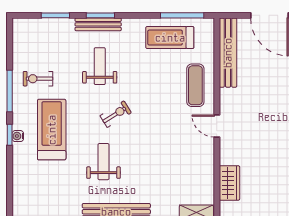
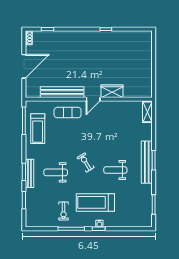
bench: (228, 53) -> (62, 92), moved
wardrobe: (229, 183) -> (112, 91), moved

